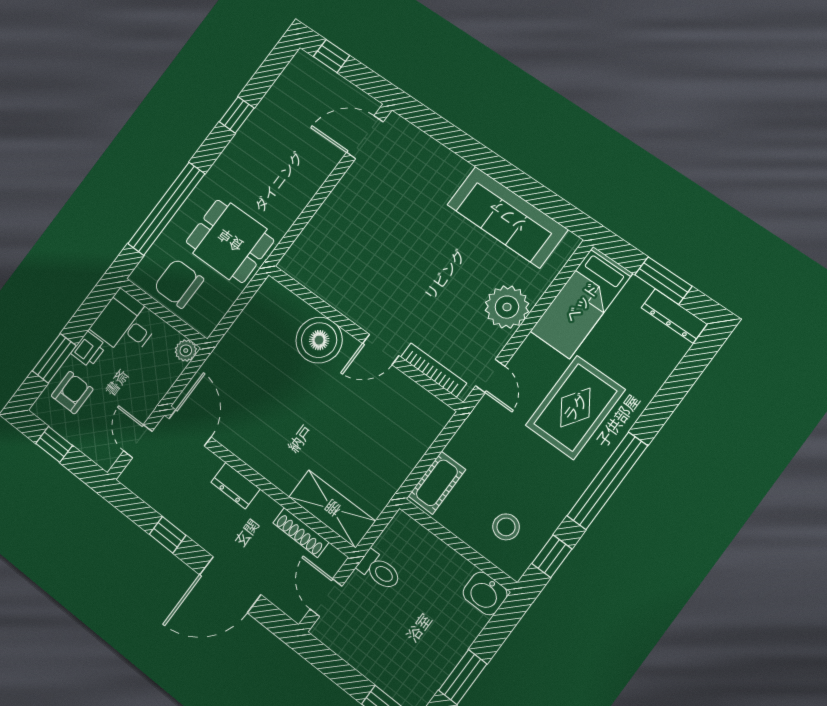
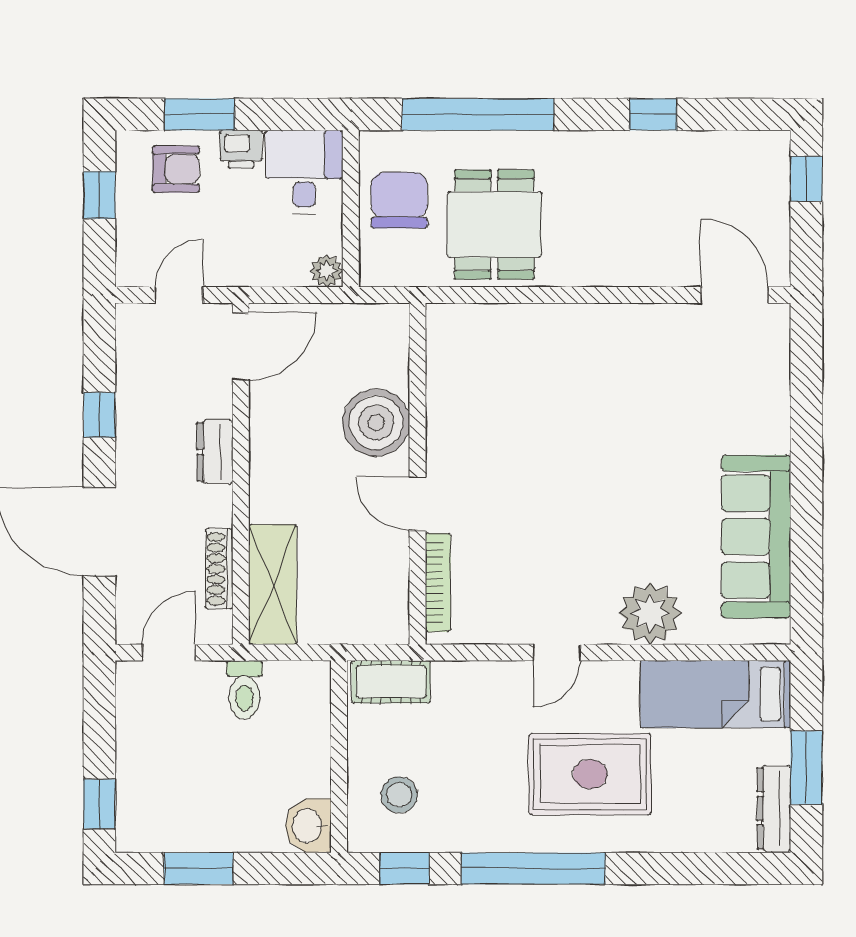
wall: (364, 337) -> (418, 474), moved
boiler: (319, 340) -> (376, 423), moved
door: (381, 349) -> (418, 504), moved
bookcase: (434, 370) -> (438, 583), moved

